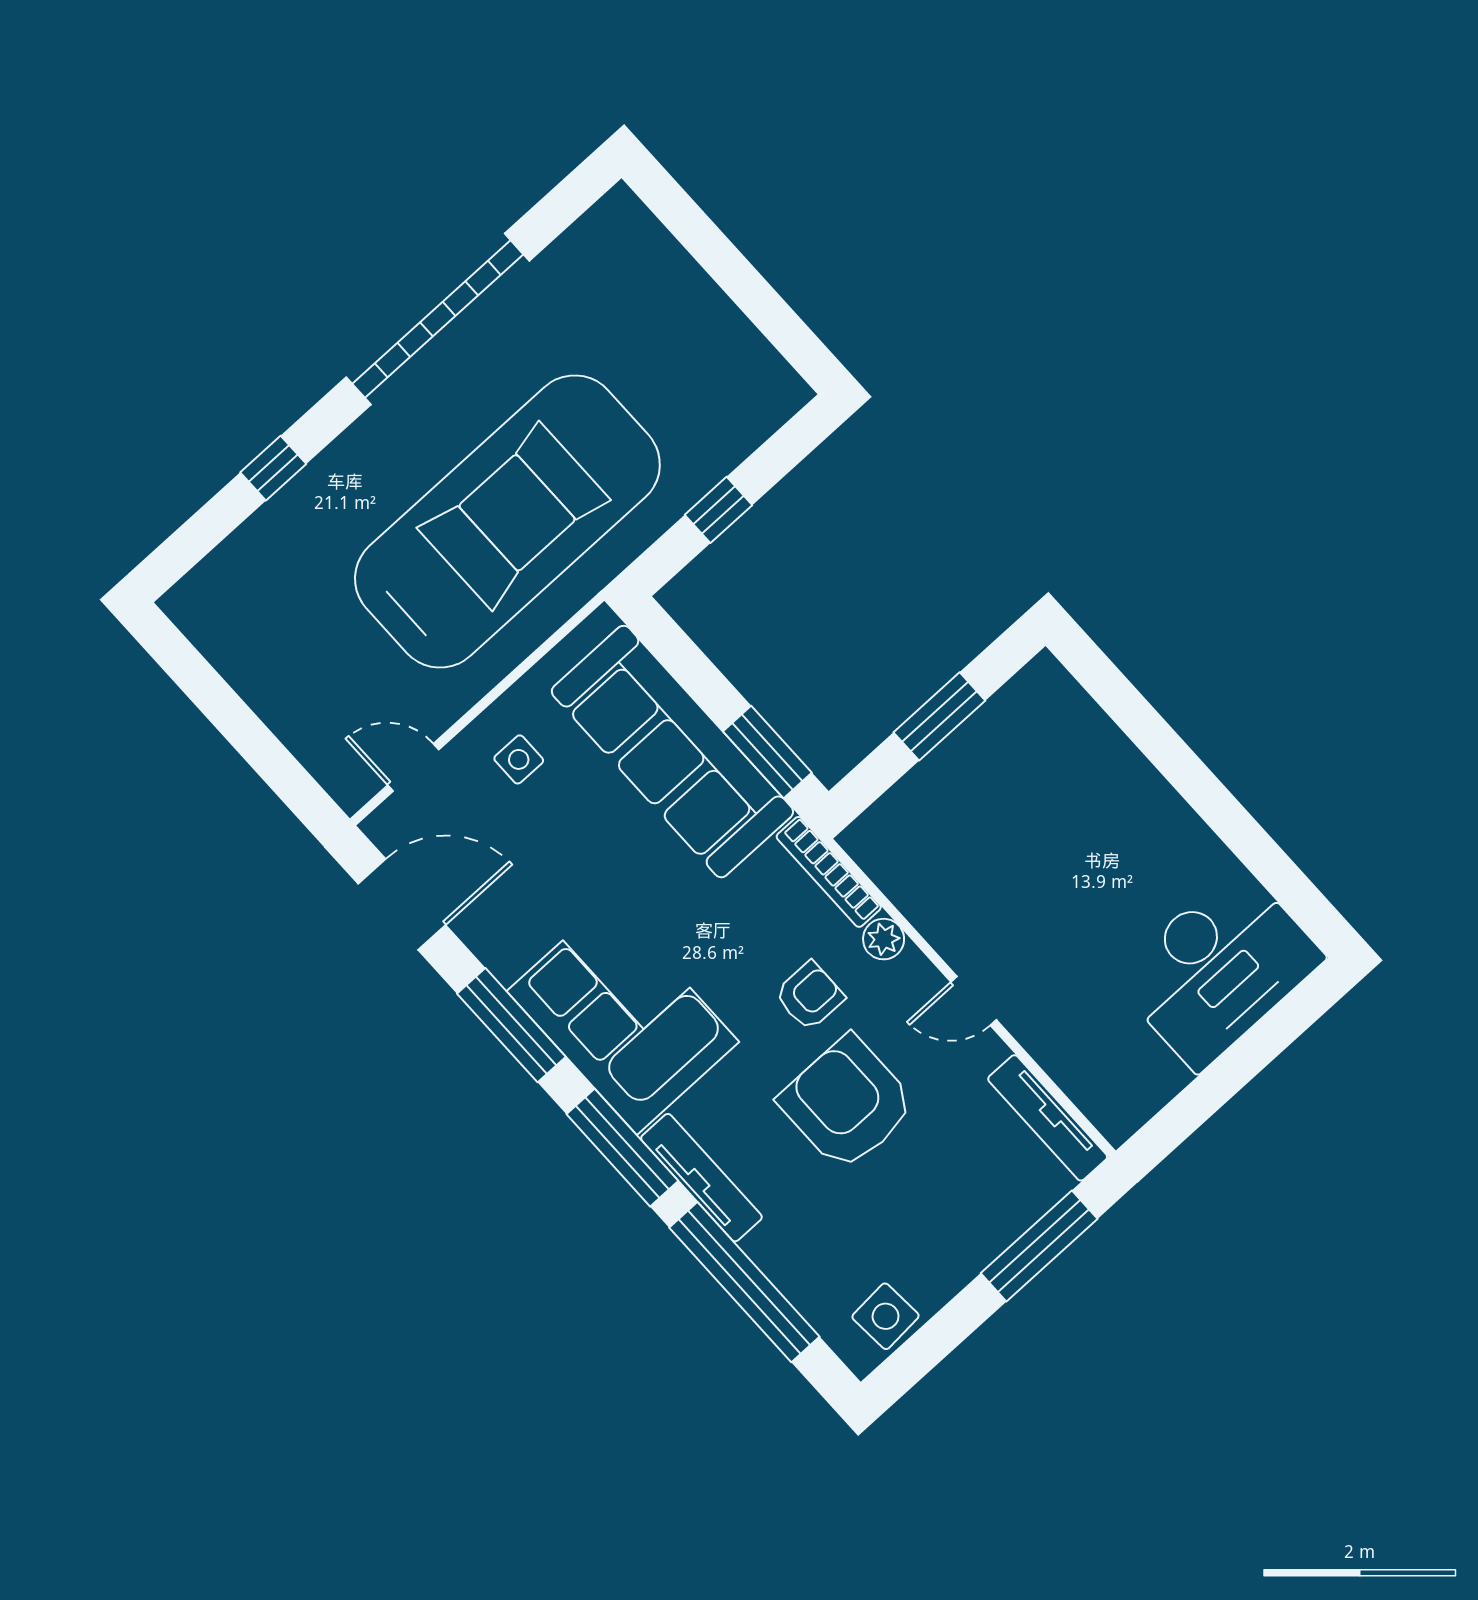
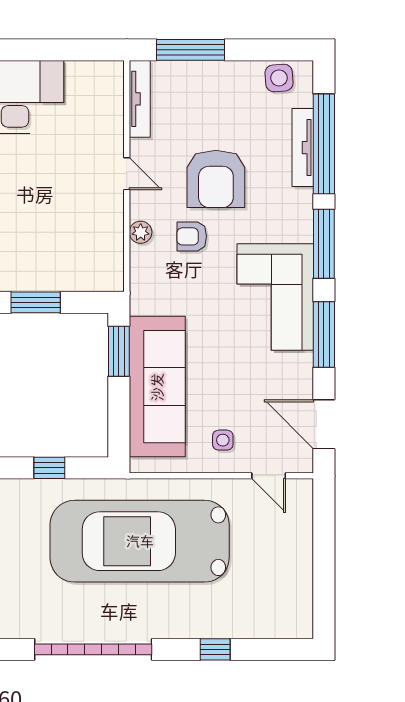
bookcase: (829, 872) -> (138, 280), removed
tv unit: (701, 1178) -> (303, 148), moved

